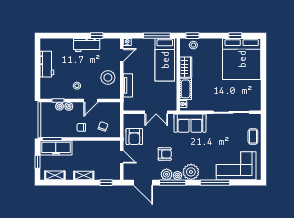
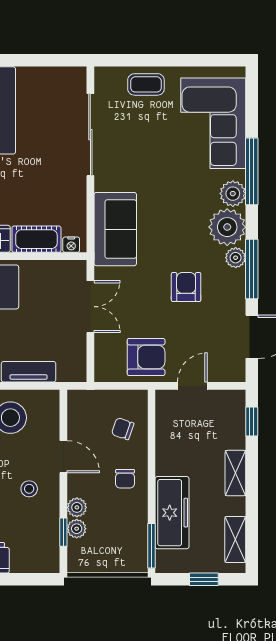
freezer: (56, 148) -> (172, 513), moved
plant: (167, 174) -> (233, 194), moved

